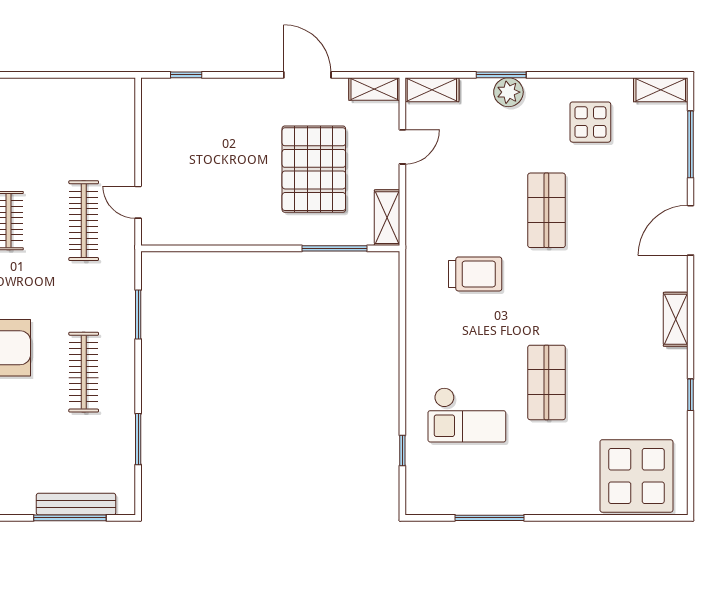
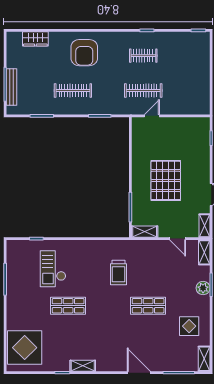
pallet: (314, 169) -> (166, 180), moved, turned 90
shelving: (676, 319) -> (83, 366), moved

